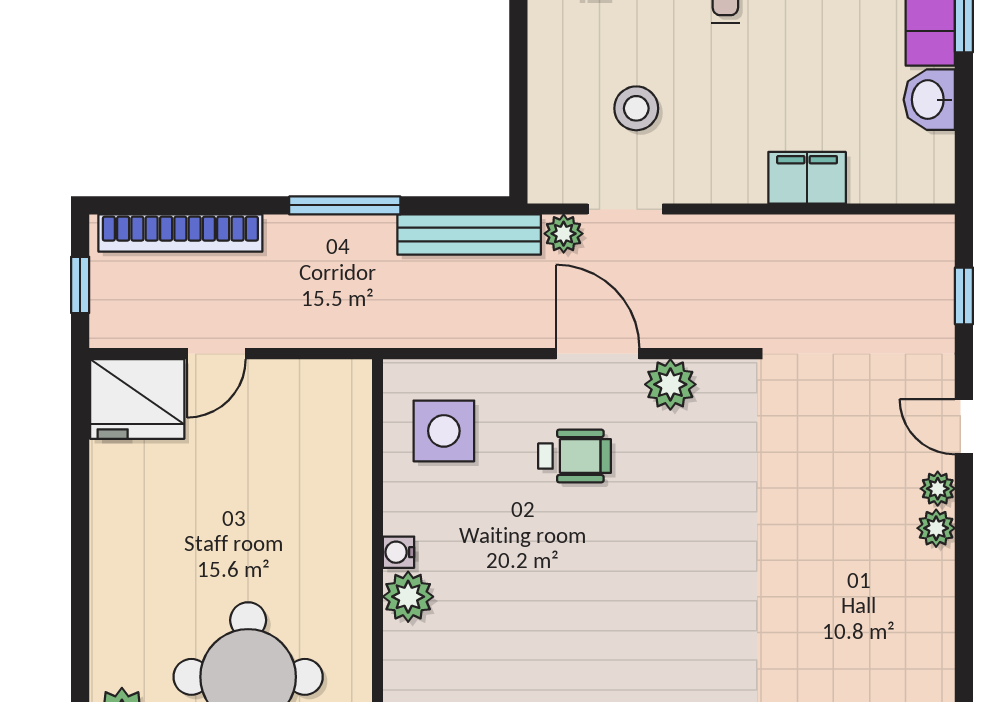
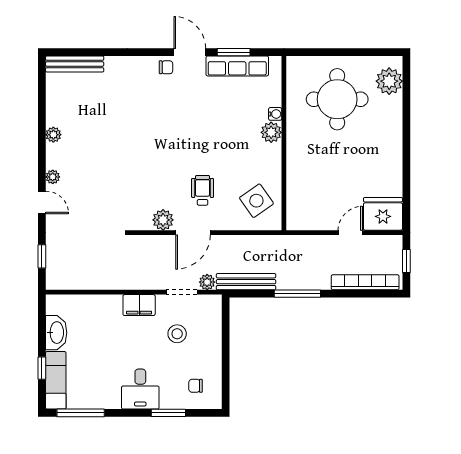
washbasin: (929, 100) -> (56, 333), width x1.38
filing cabinet: (807, 178) -> (139, 305), moved
door: (598, 354) -> (193, 233), hinge flipped
side table: (444, 431) -> (256, 201), turned -35
wheelchair: (575, 456) -> (203, 190), turned 90
plant: (936, 528) -> (53, 135), moved
water cooler: (399, 552) -> (275, 114), moved

